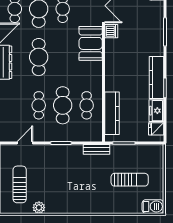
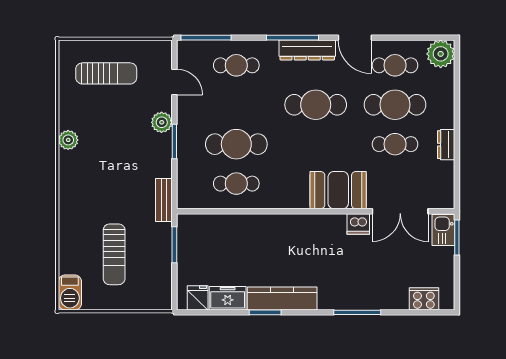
cafe table: (39, 105) -> (236, 65), moved
kitchen counter: (112, 113) -> (223, 225), removed
plant: (49, 151) -> (162, 122), added
plant: (39, 208) -> (68, 140), moved

